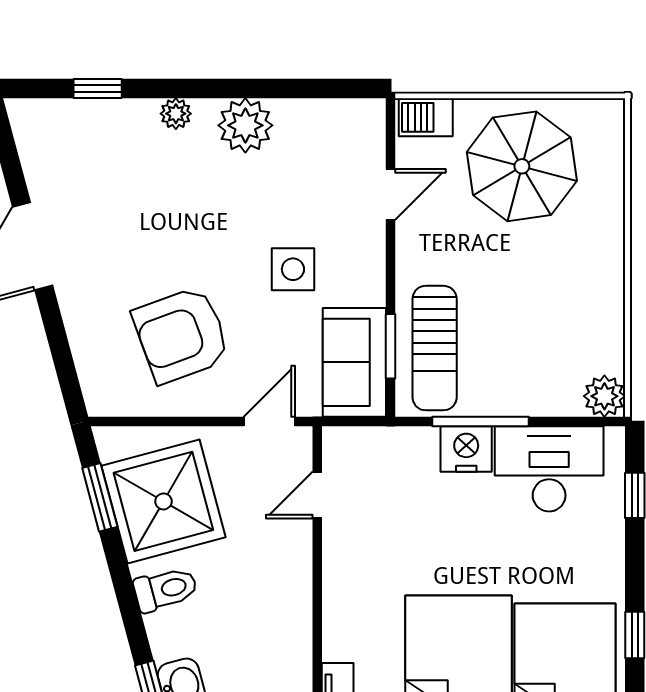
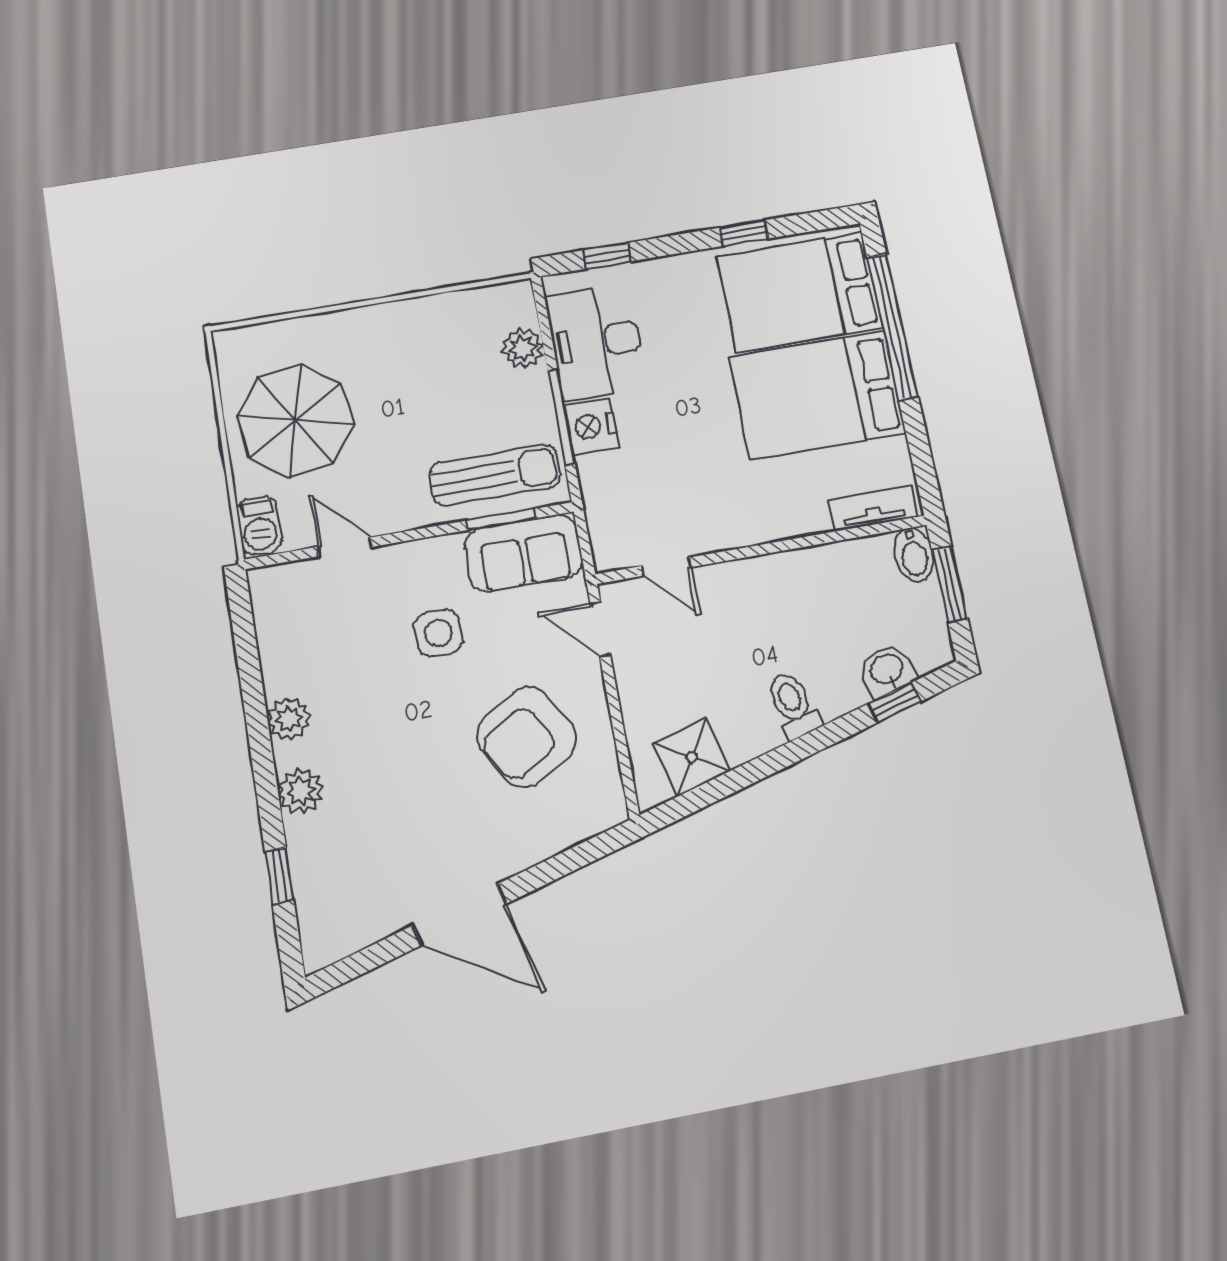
plant: (176, 114) -> (301, 791), width x1.38, depth x1.38
plant: (245, 125) -> (289, 719), width x0.73, depth x0.73
armchair: (181, 335) -> (527, 737), turned 79
plant: (604, 396) -> (522, 348), moved
window: (100, 497) -> (712, 792), removed
shower: (163, 501) -> (692, 757), width x0.54, depth x0.54

